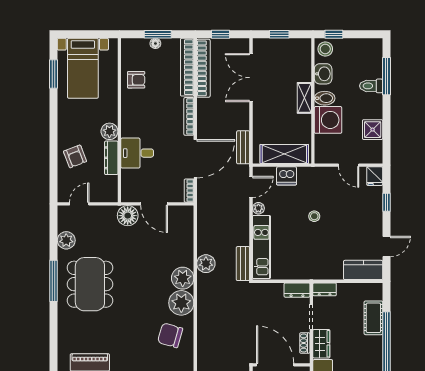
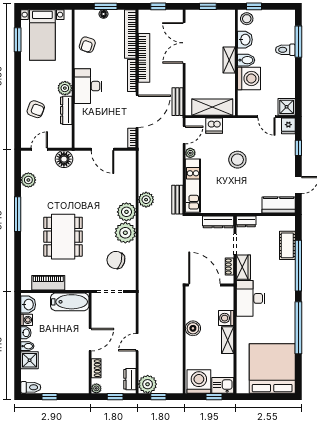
bookcase: (203, 68) -> (144, 58), moved
armchair: (136, 80) -> (87, 45), turned 109
shower: (373, 130) -> (287, 107), moved
desk: (137, 153) -> (88, 86), moved, width x1.37
armchair: (75, 156) -> (36, 109), turned -48
floor lamp: (128, 216) -> (64, 159), moved
stool: (314, 216) -> (237, 160), width x1.89, depth x1.89
dining table: (90, 284) -> (63, 237), moved
dresser: (297, 290) -> (218, 222), width x1.44

